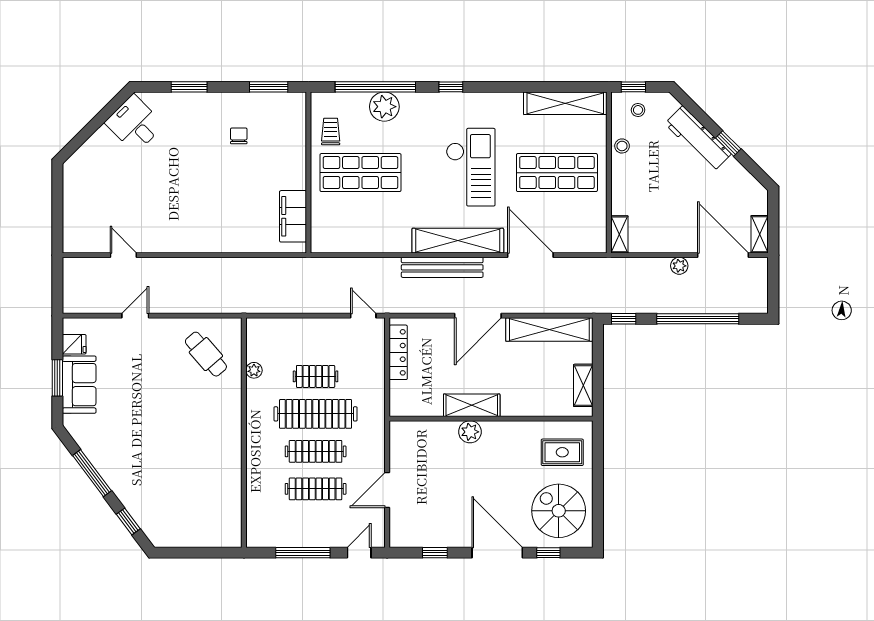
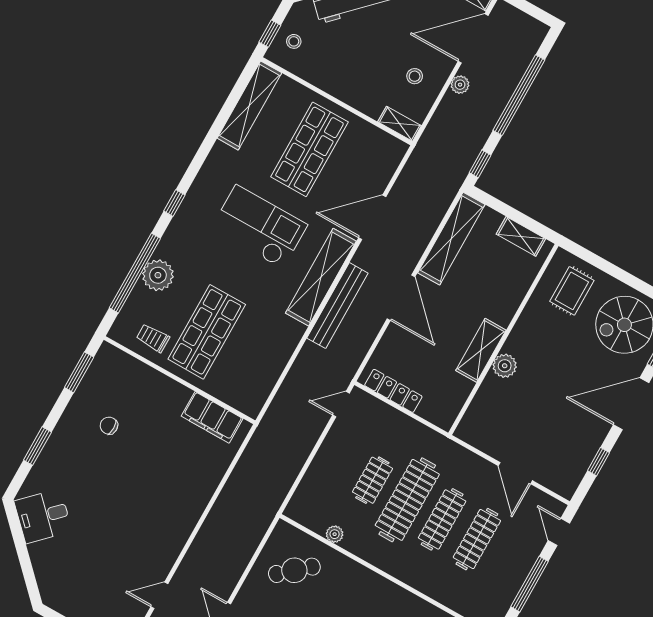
stool: (622, 146) -> (415, 76), moved

